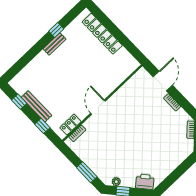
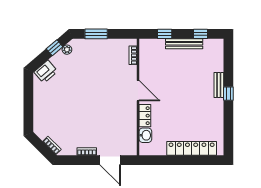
window: (56, 30) -> (228, 94), moved
bench: (55, 44) -> (219, 85), moved
washbasin: (123, 73) -> (145, 135), added
locker: (70, 125) -> (145, 116), moved

